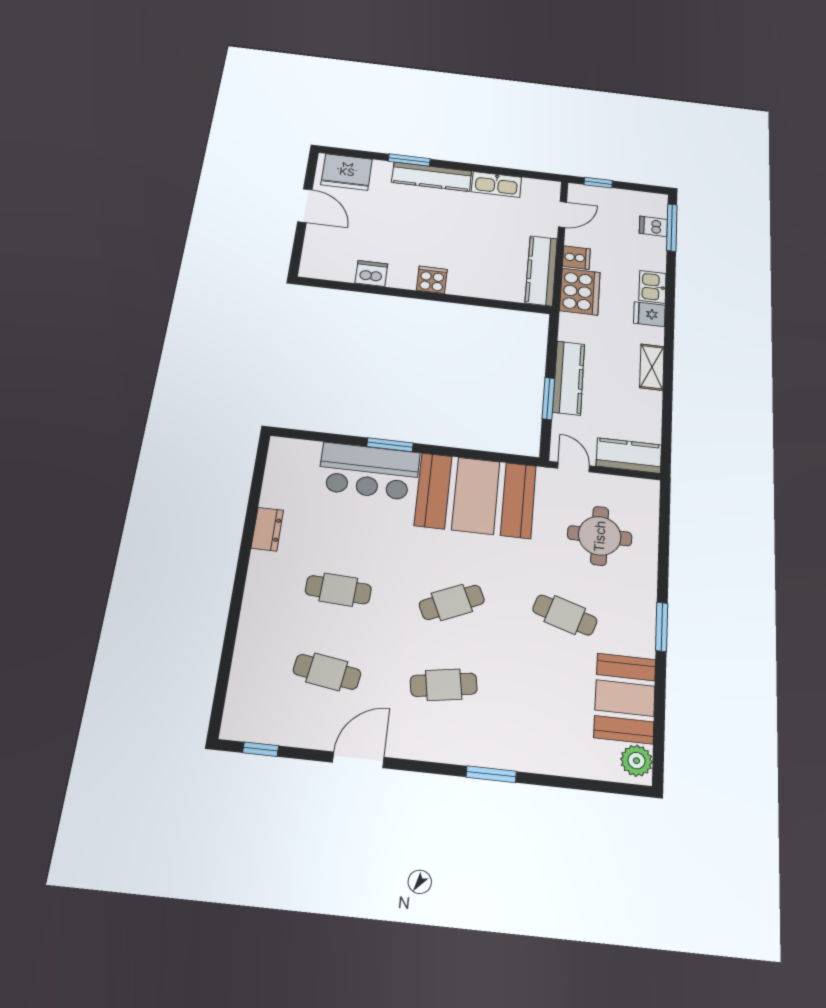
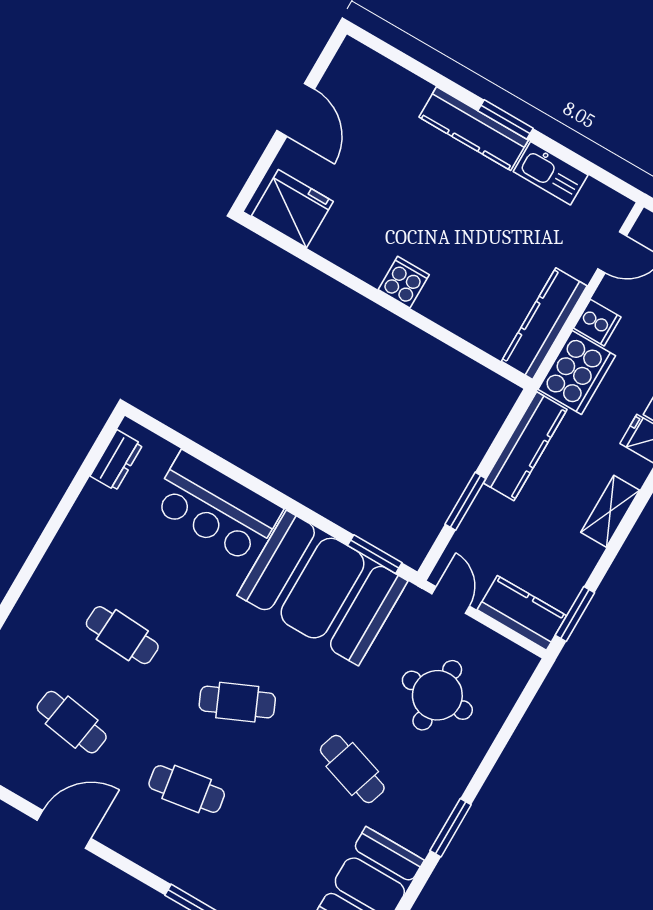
window: (409, 160) -> (505, 119), moved
fridge: (347, 172) -> (292, 209), moved, turned 180
dishwasher: (371, 273) -> (334, 243), removed
kitchen counter: (569, 378) -> (525, 446), moved
window: (666, 442) -> (575, 614), added
window: (390, 445) -> (375, 554), moved
dresser: (267, 529) -> (116, 460), moved

